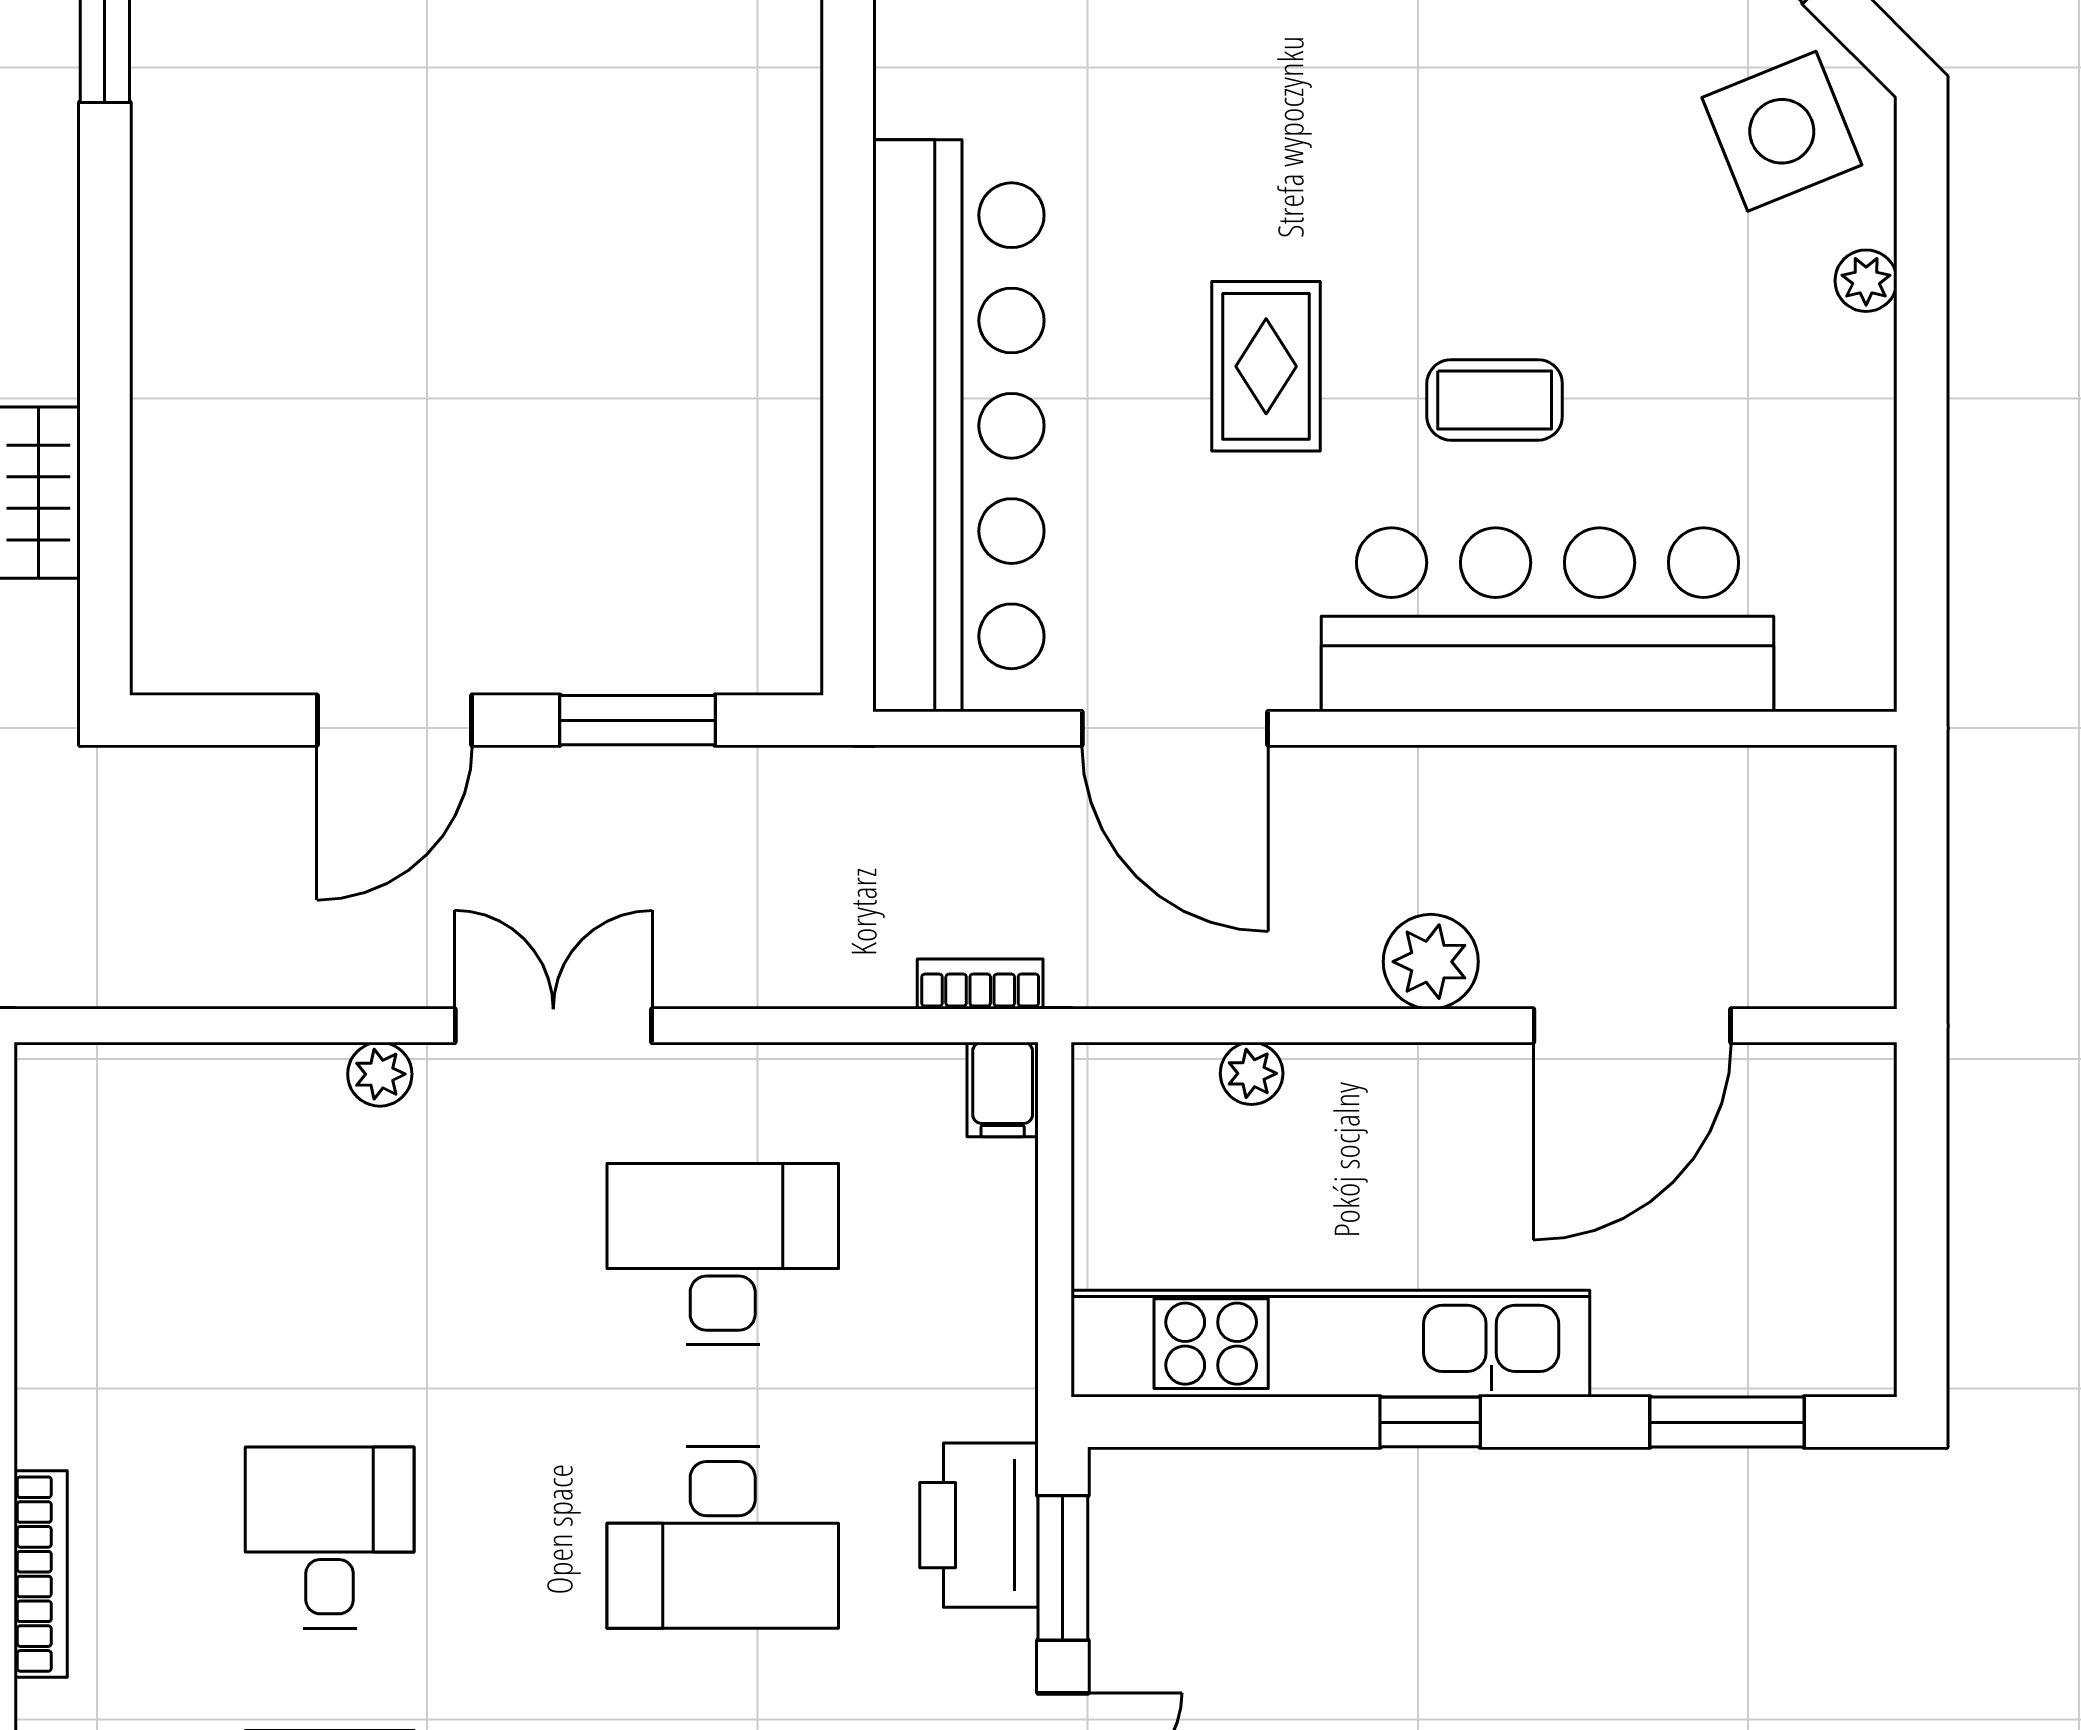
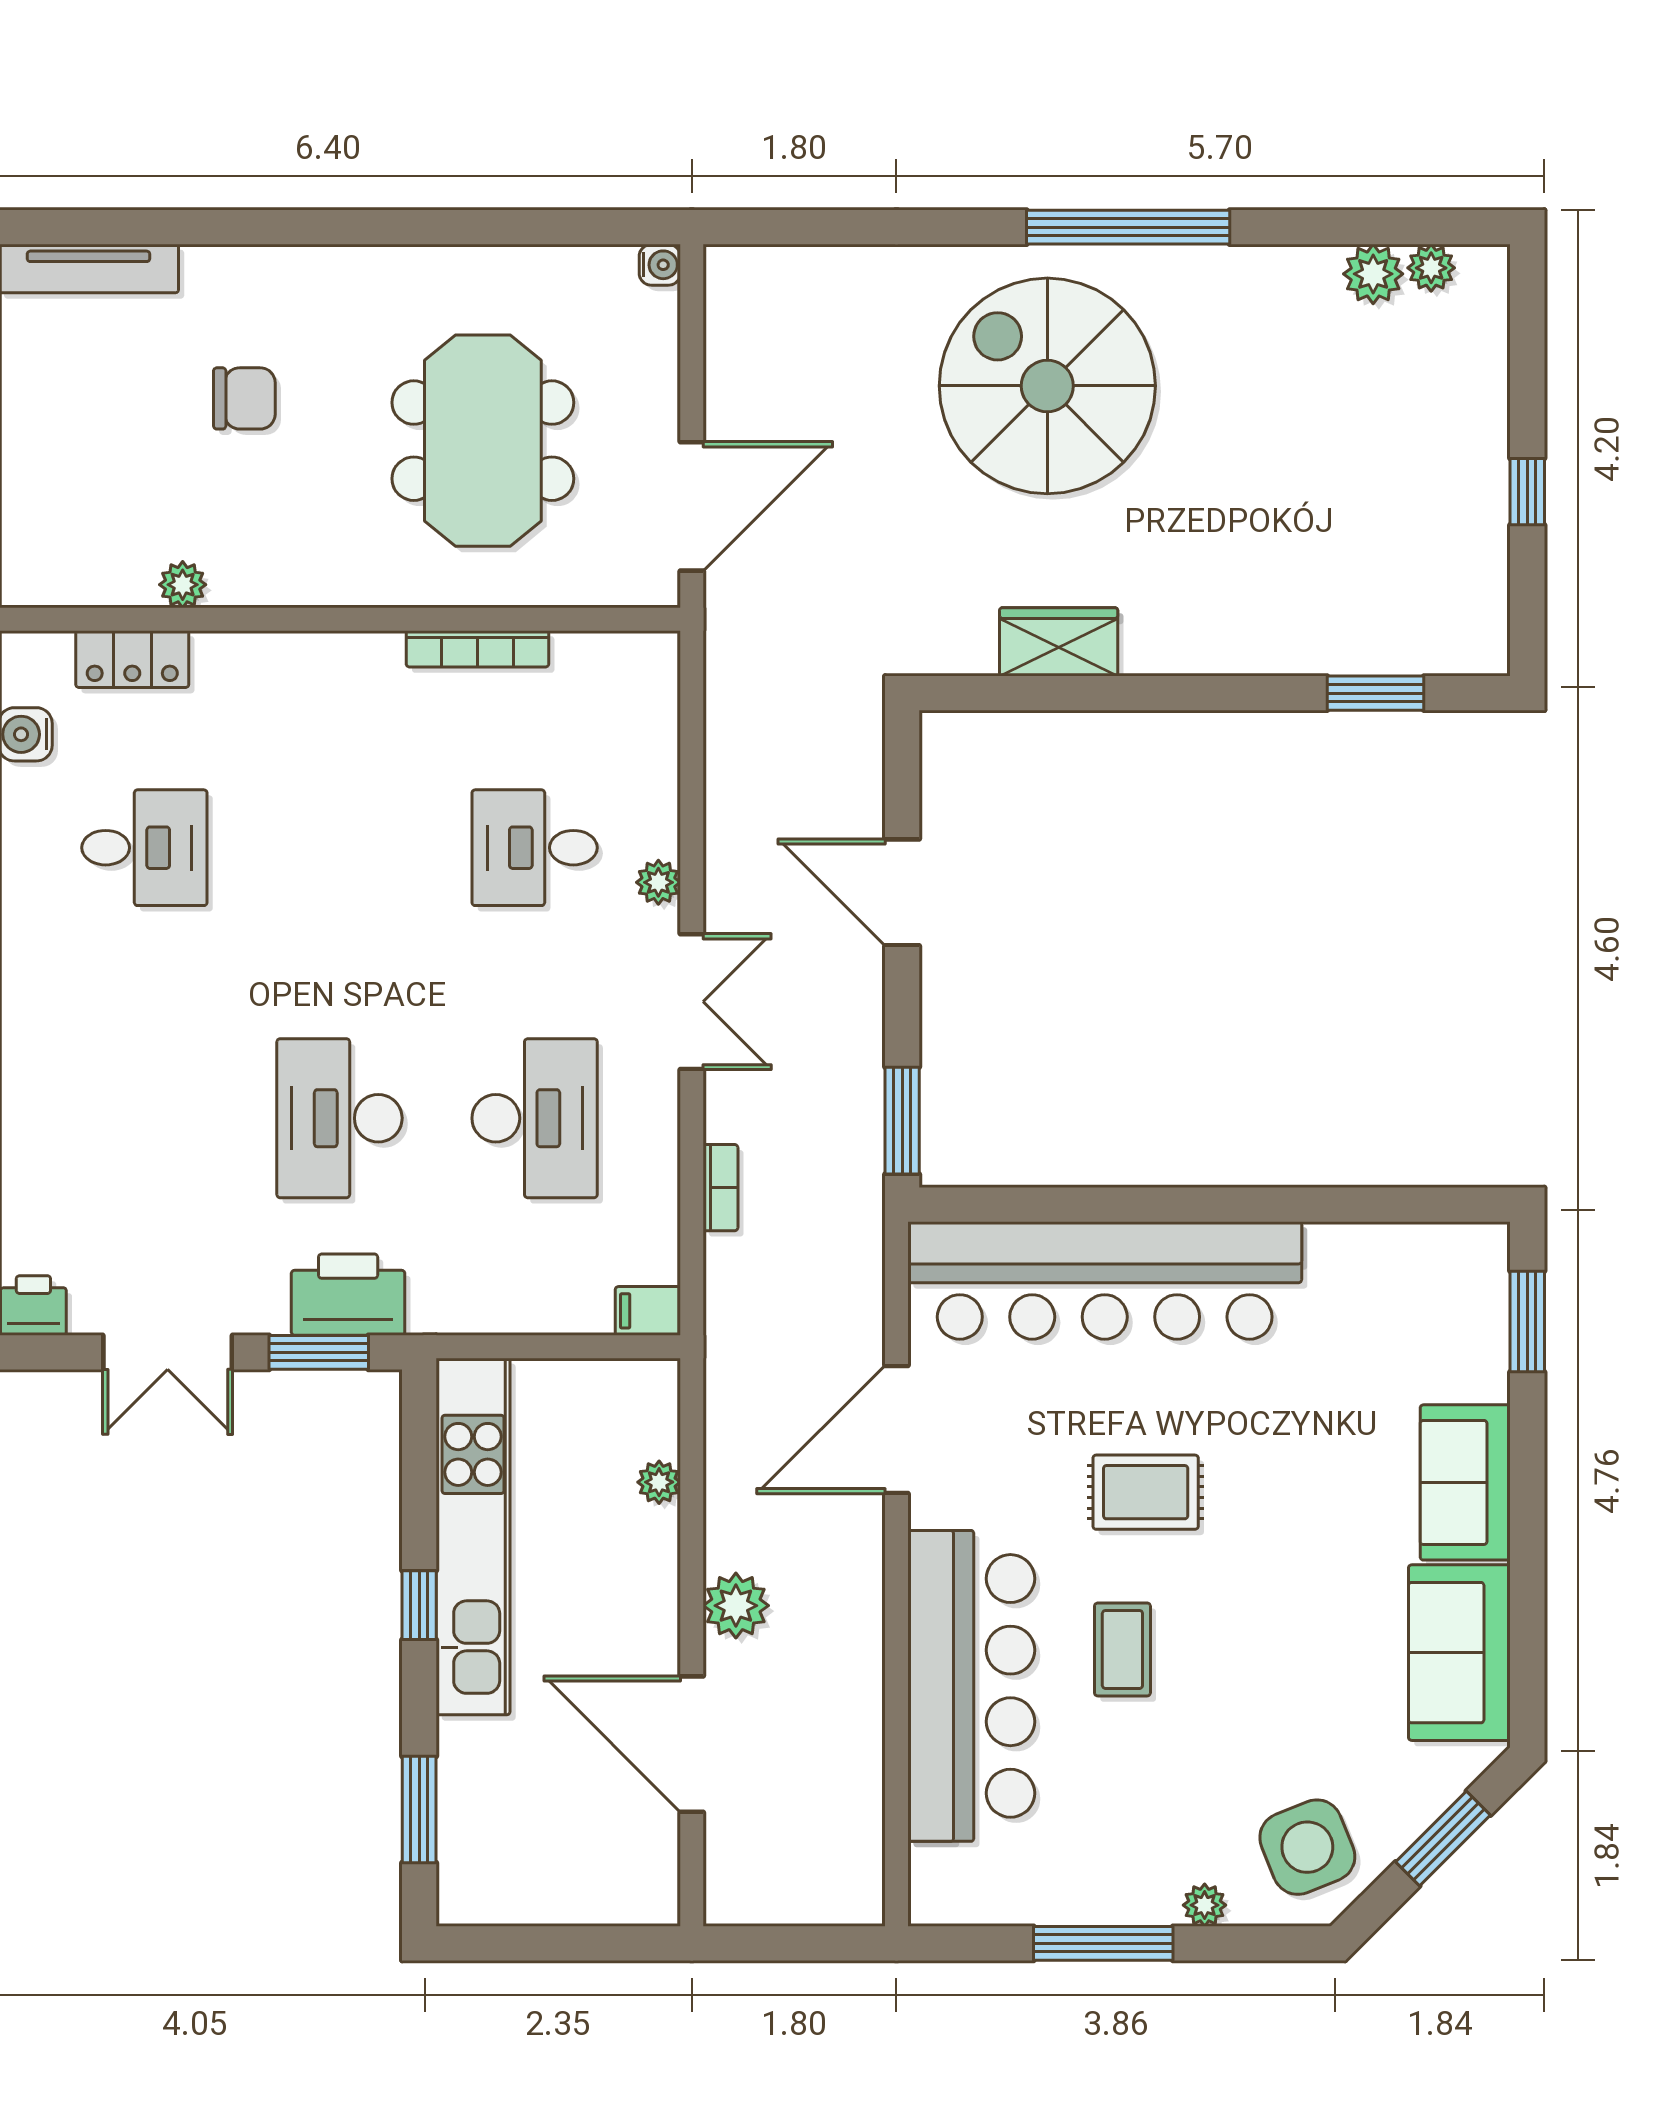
window: (1922, 428) -> (1103, 1943), added
window: (637, 720) -> (902, 1121), moved
bookcase: (980, 984) -> (720, 1188), moved
desk: (330, 1538) -> (535, 848), moved, turned 180
bookcase: (41, 1574) -> (477, 649), moved

